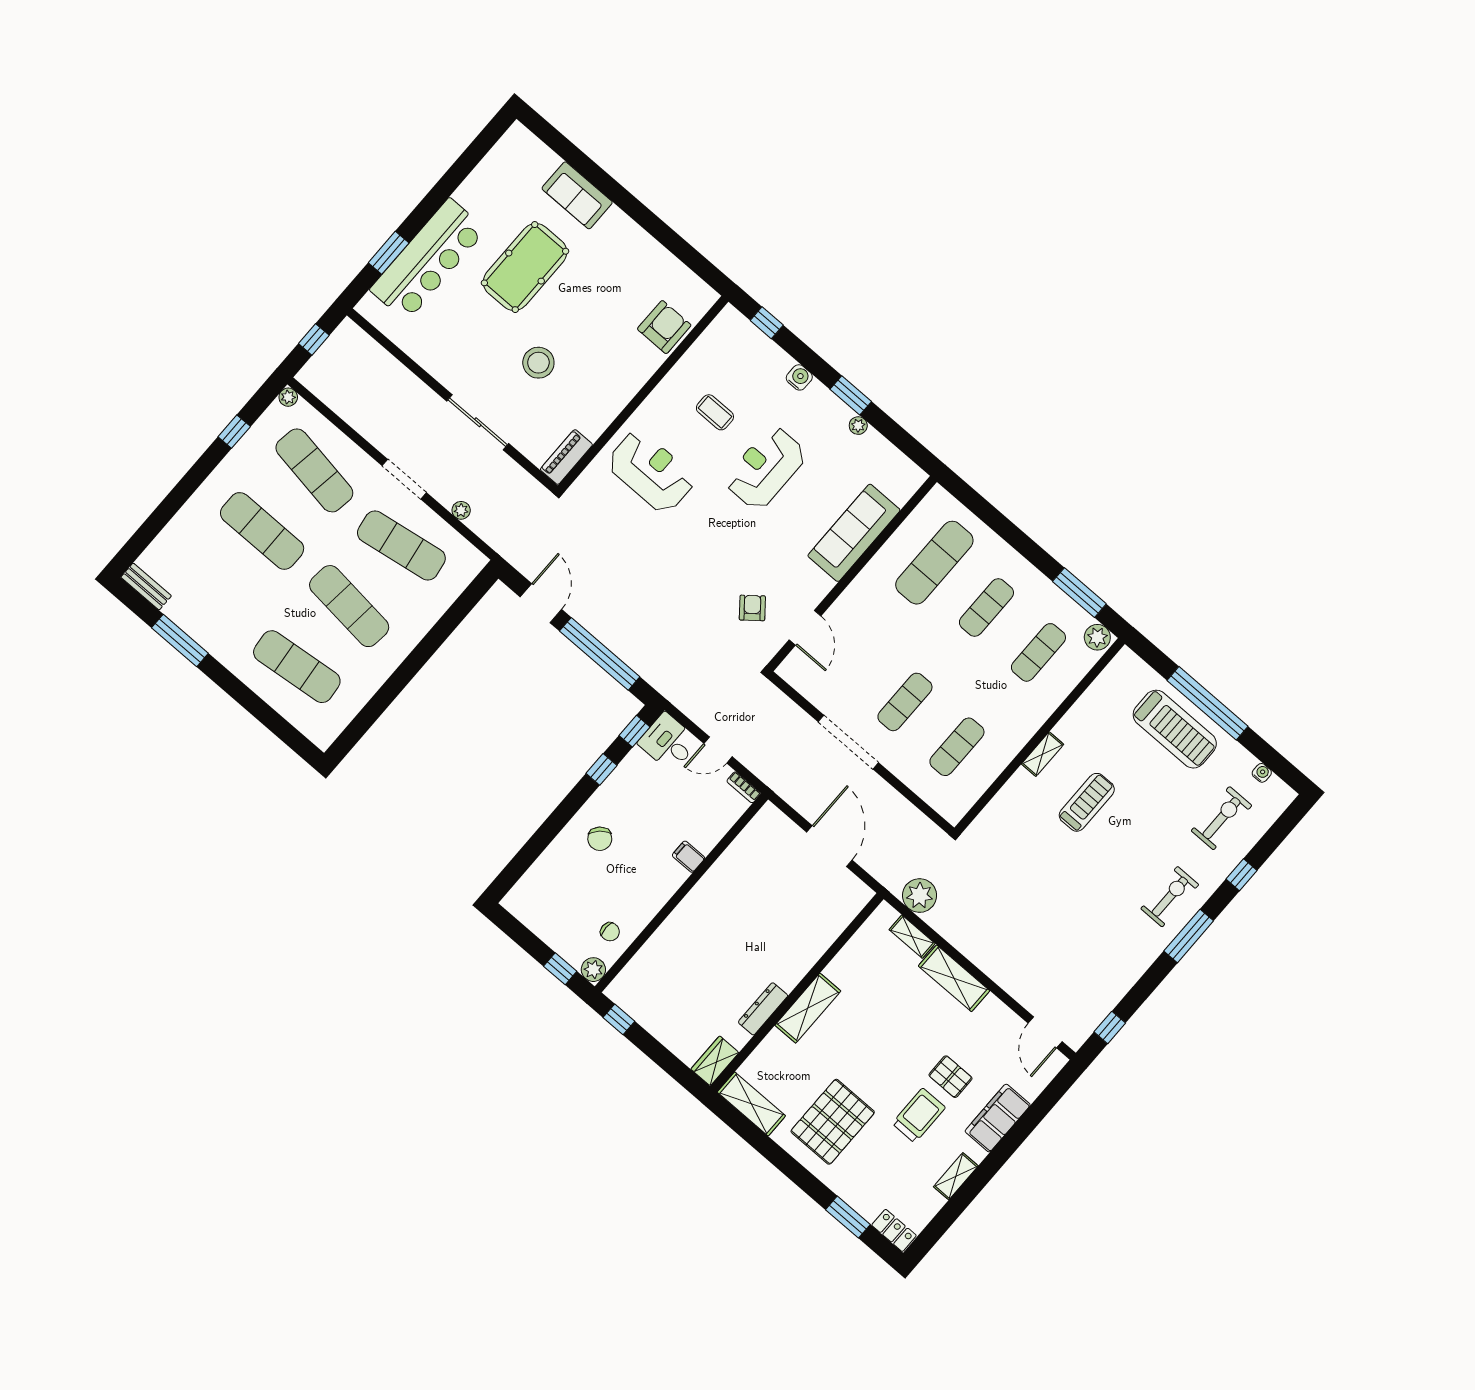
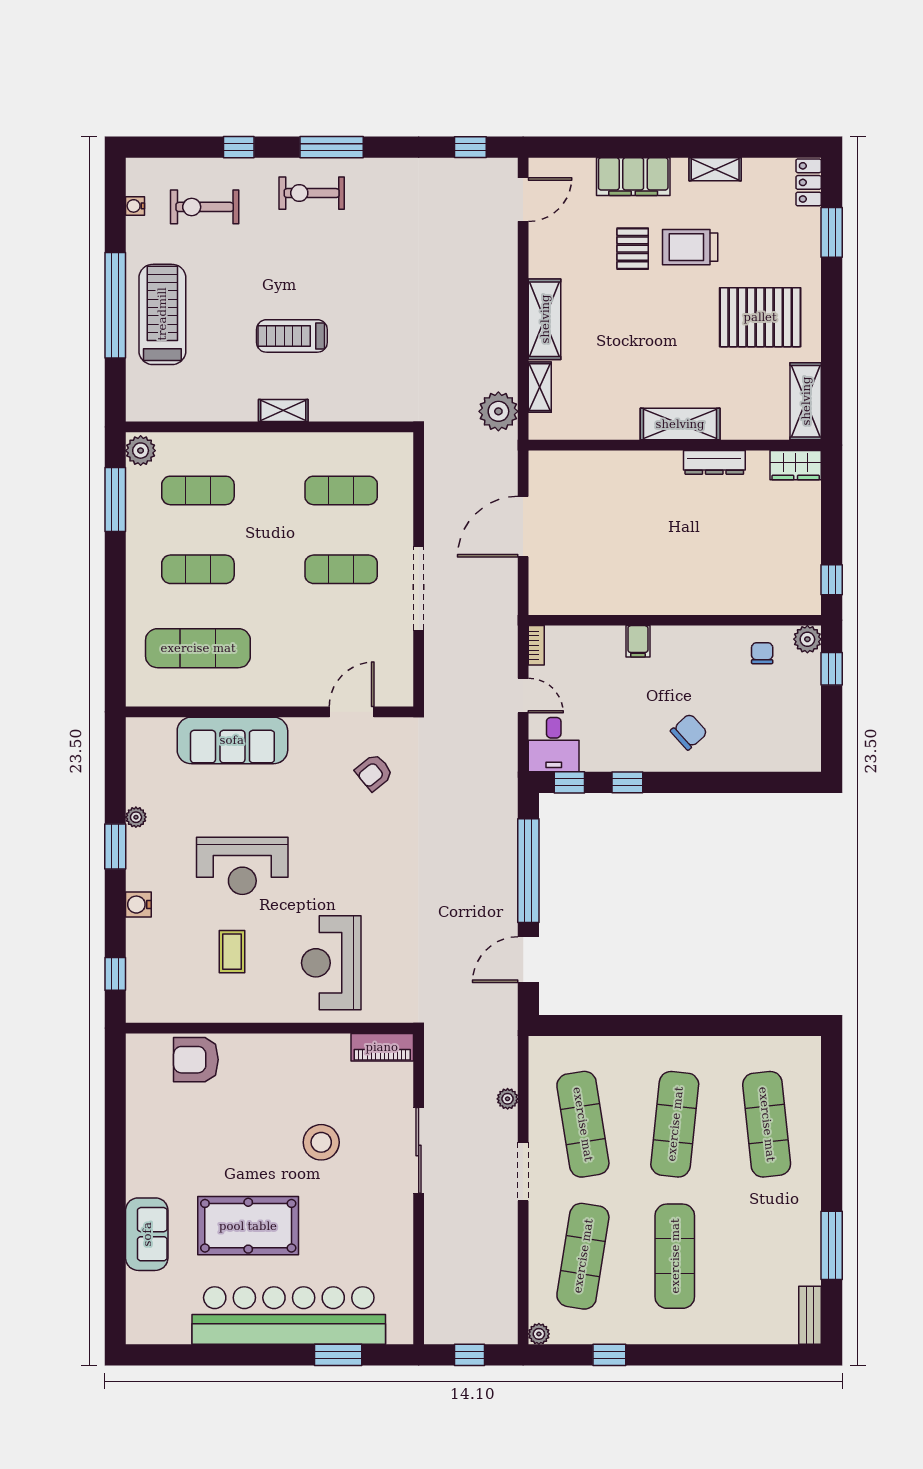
bar counter: (428, 260) -> (289, 1316), width x1.36

